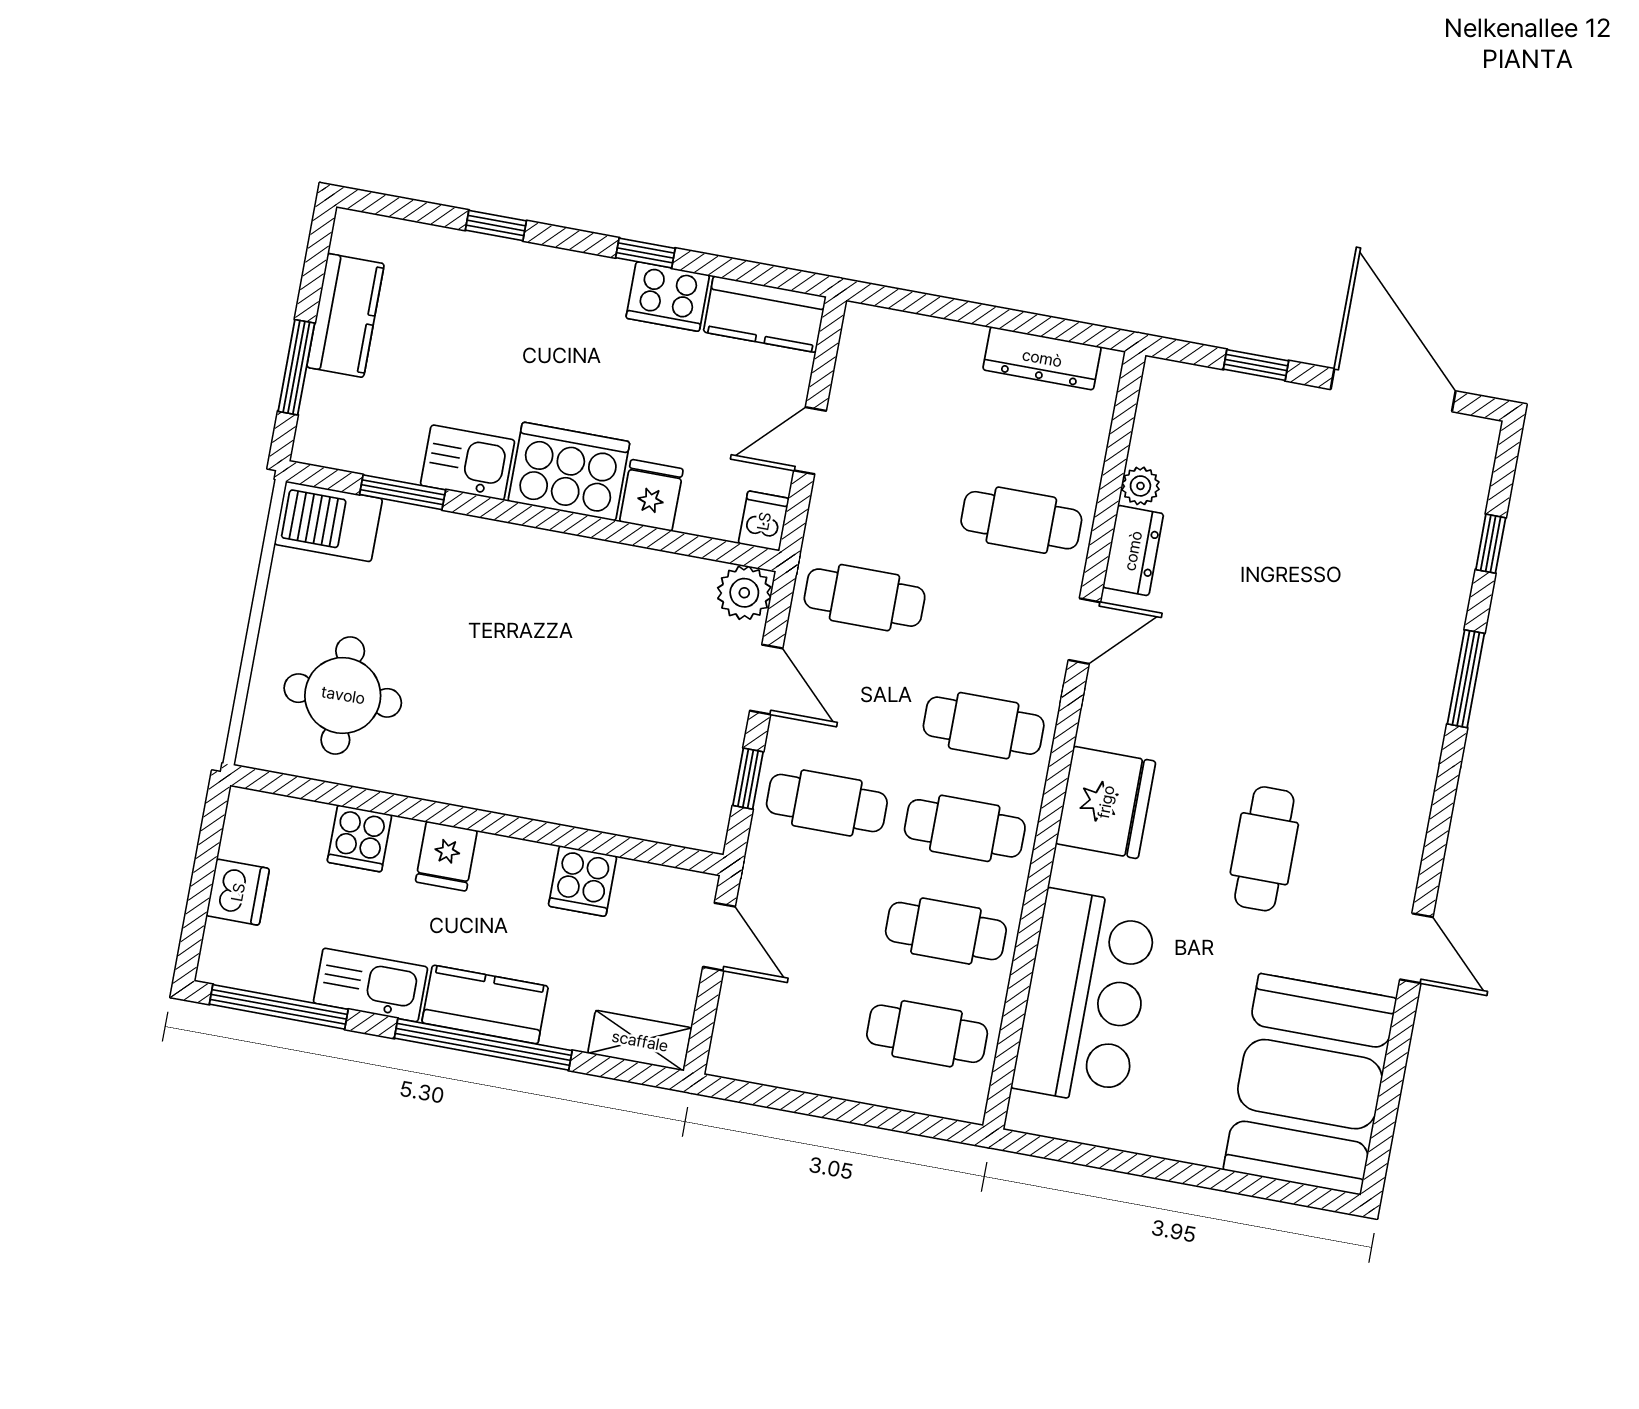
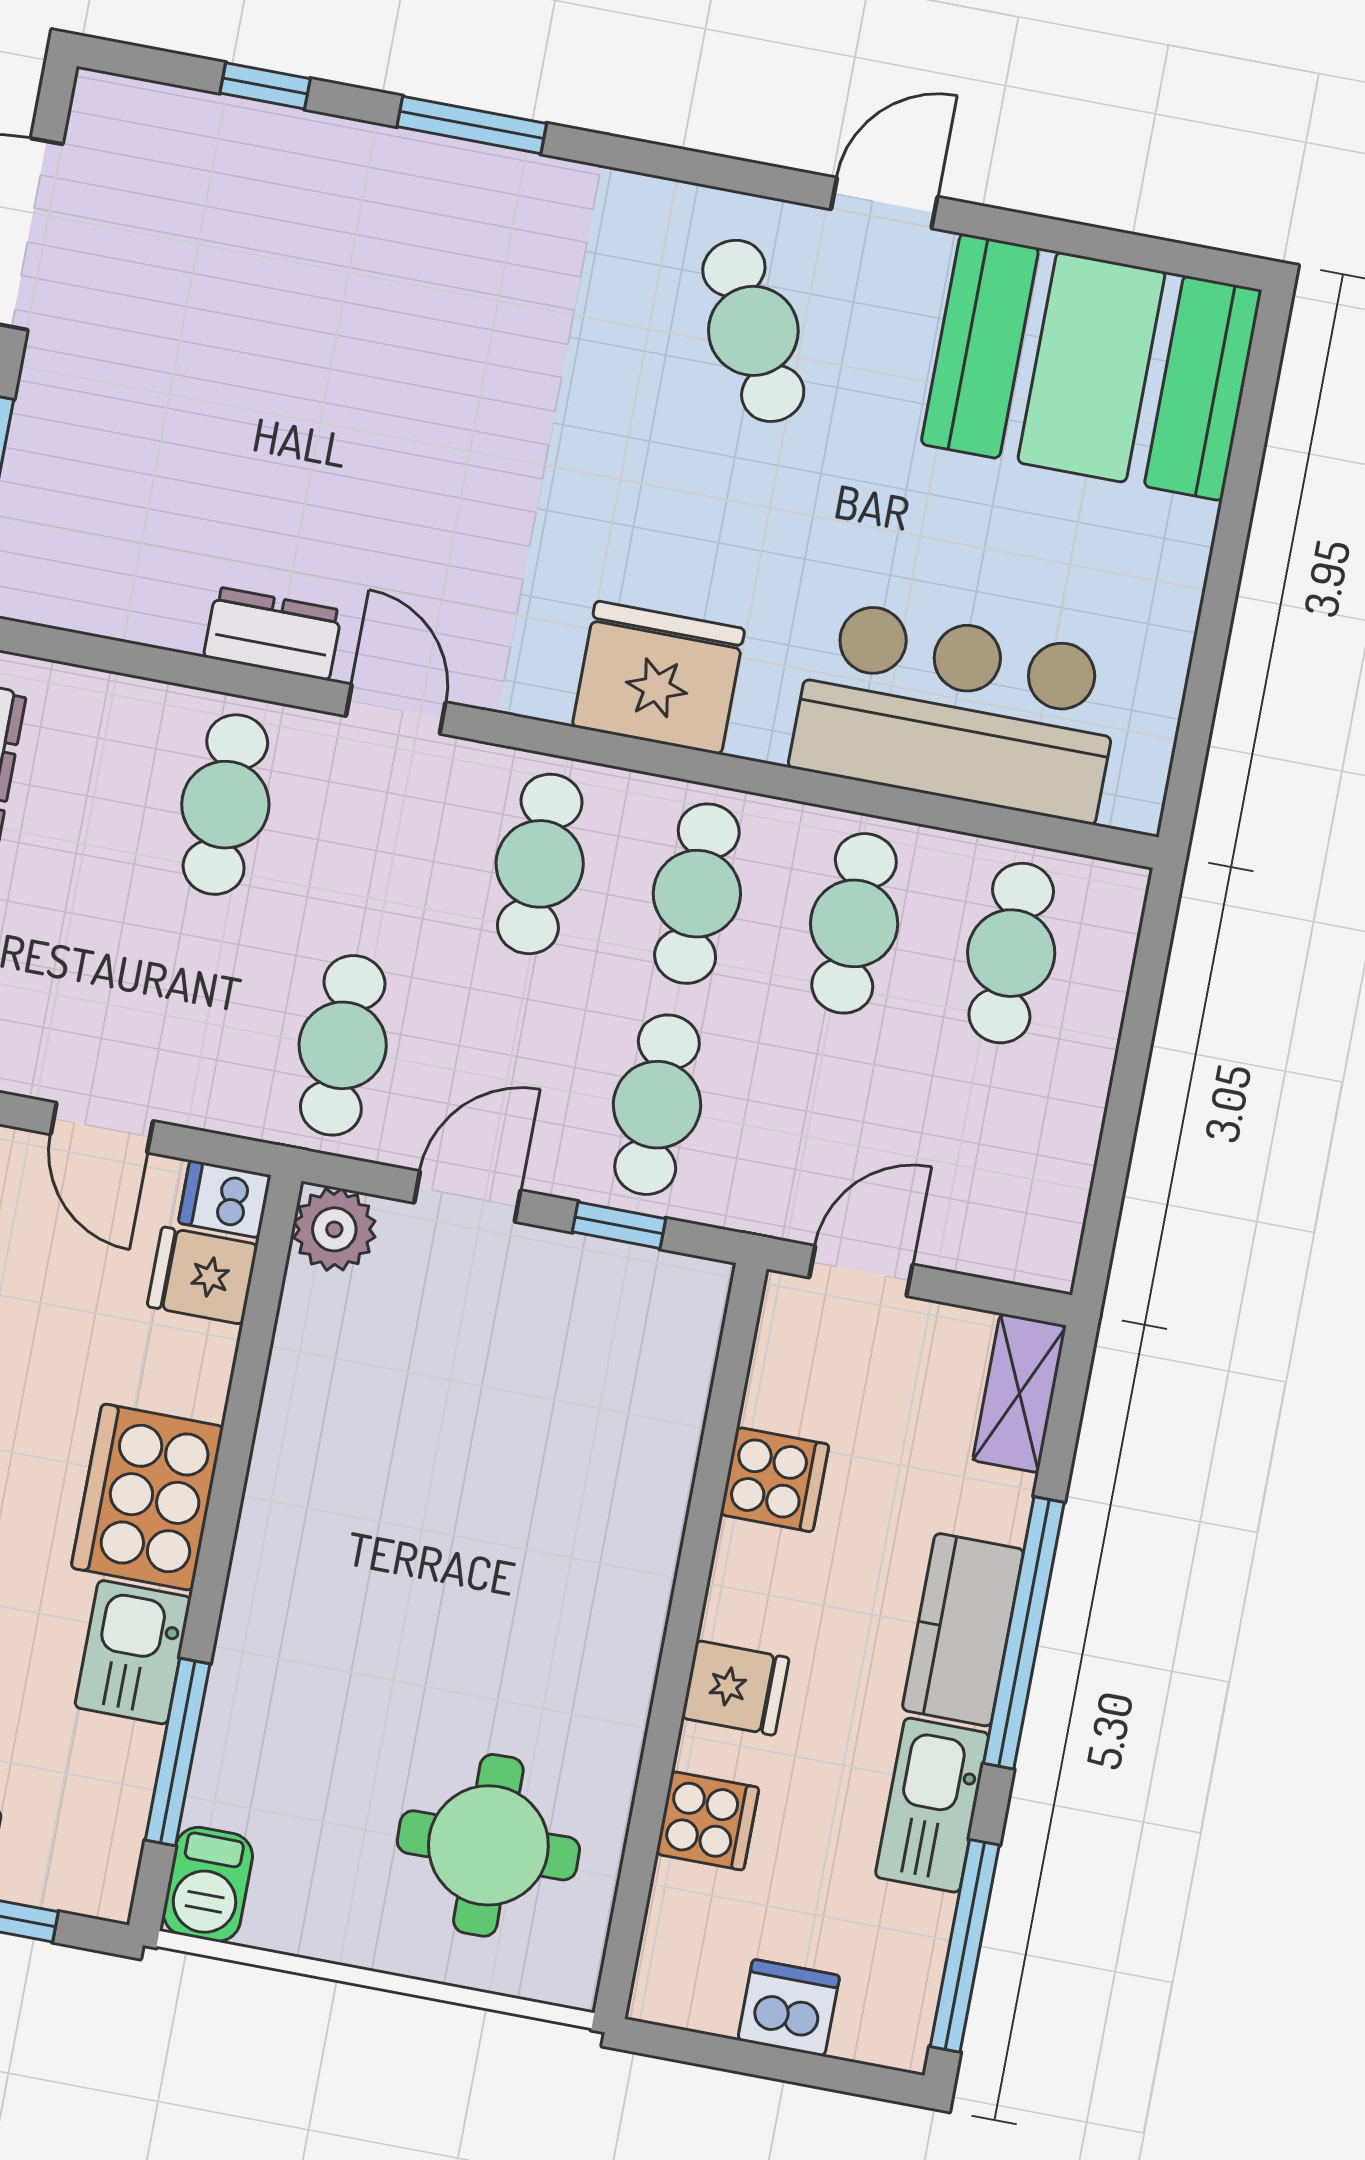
plant: (1140, 486) -> (174, 622), removed
window: (403, 492) -> (178, 1752), width x1.44
fridge: (651, 495) -> (202, 1276), moved
barbecue: (328, 521) -> (208, 1884), width x0.73, depth x0.79
cafe table: (1264, 849) -> (753, 331), moved, turned 62

